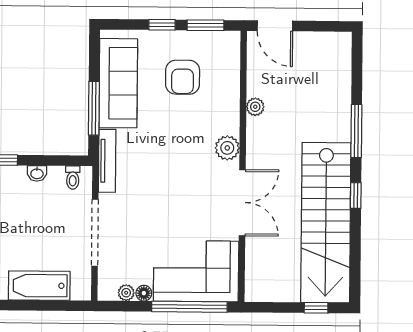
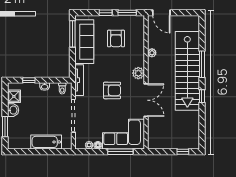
window: (94, 108) -> (72, 34), moved
armchair: (174, 182) -> (112, 90), added
stairs: (326, 223) -> (187, 71), moved
window: (189, 307) -> (120, 152), width x0.68

